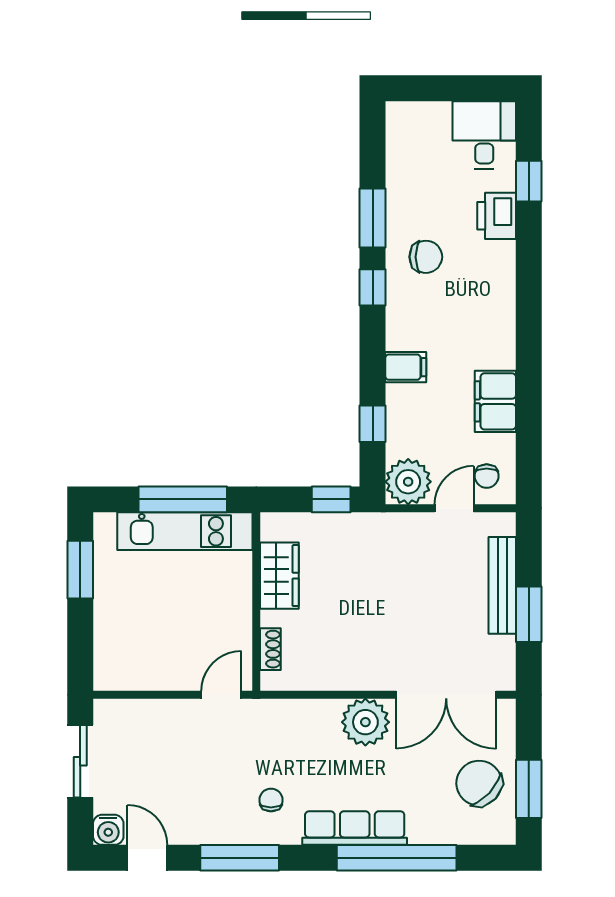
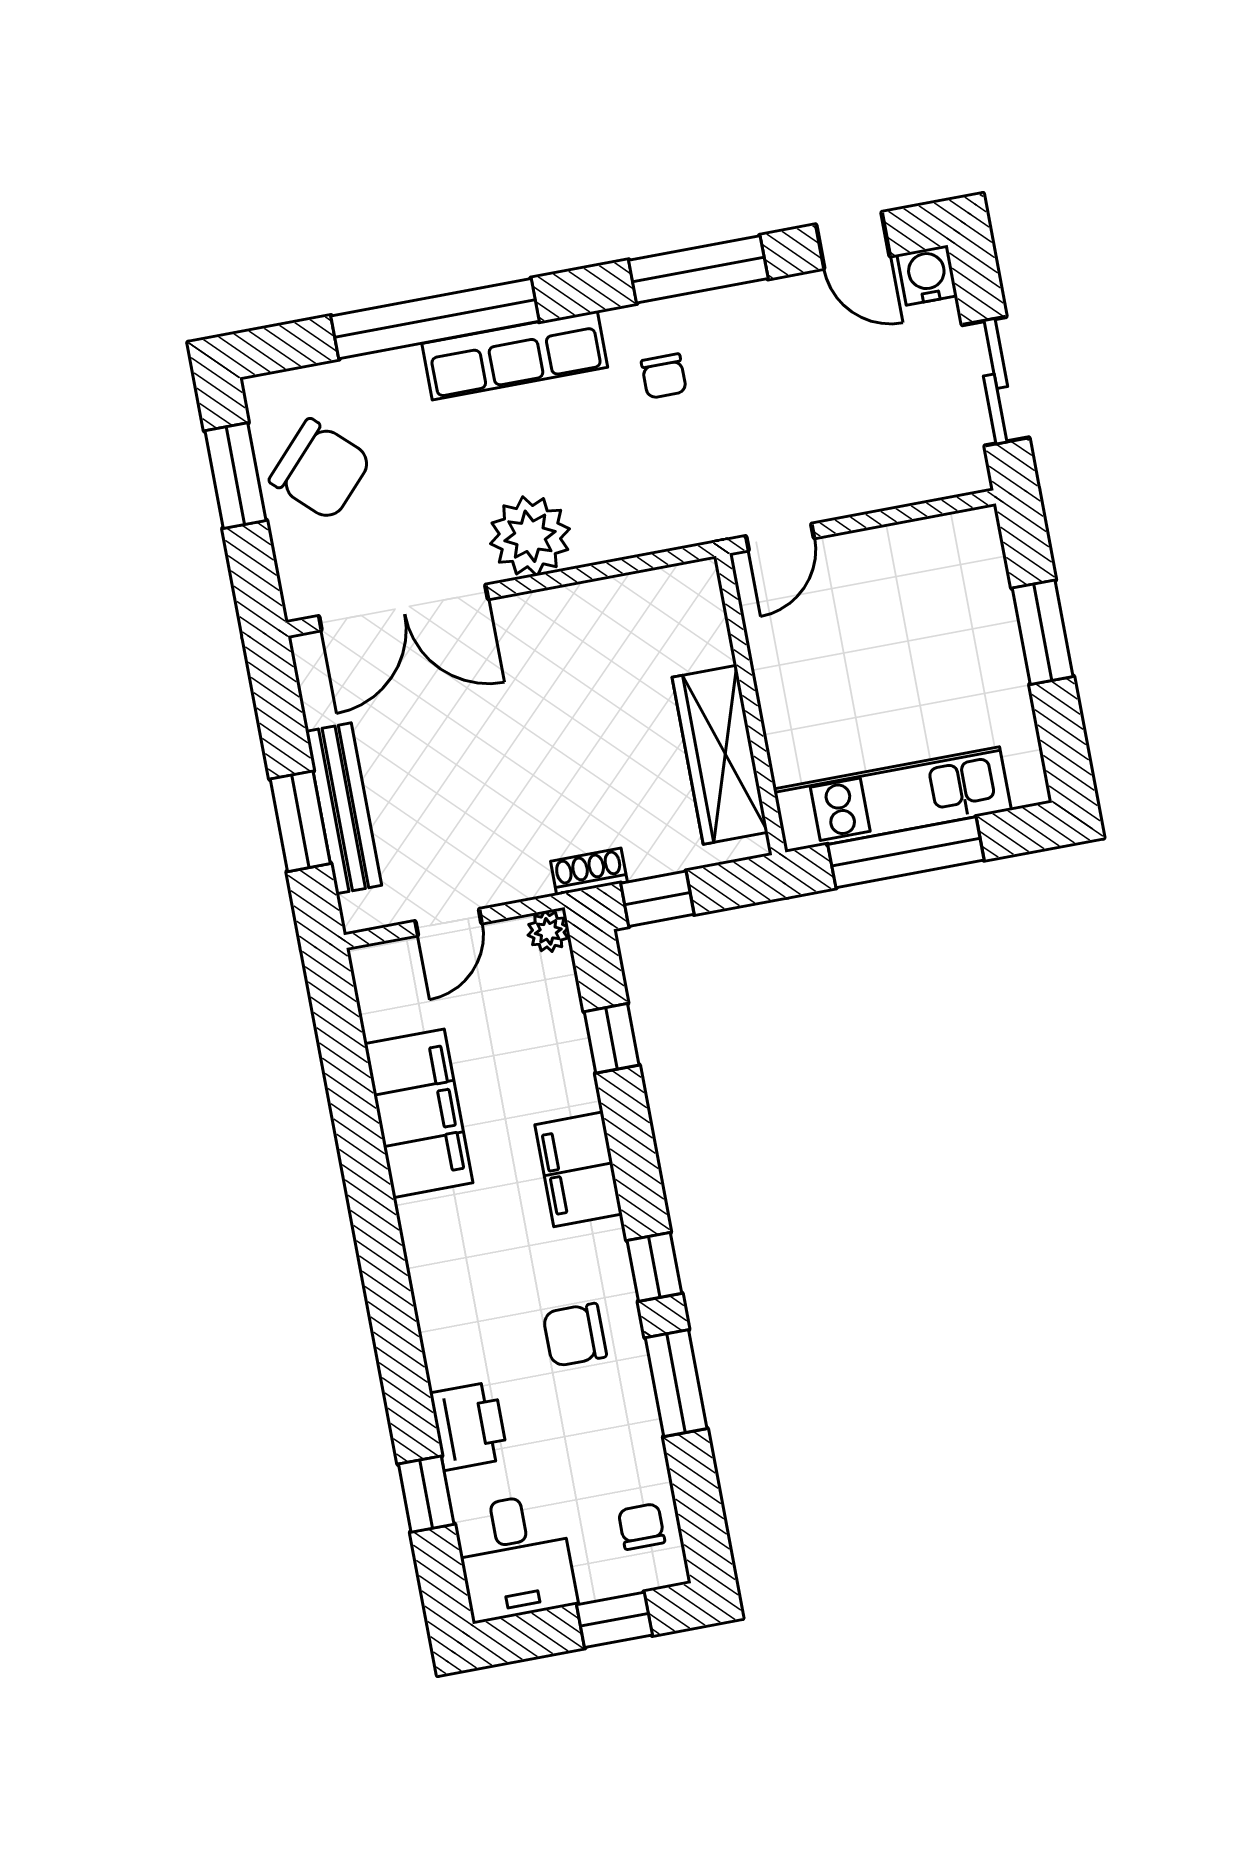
window: (434, 88) -> (614, 1620), added
filing cabinet: (406, 367) -> (578, 1169), width x2.00
filing cabinet: (495, 401) -> (419, 1113), width x1.50, depth x1.17
chair: (487, 476) -> (642, 1526), moved
plant: (408, 482) -> (548, 931), width x0.53, depth x0.53
window: (80, 570) -> (1043, 632), moved
wardrobe: (279, 576) -> (720, 755), width x1.50
window: (529, 614) -> (300, 821), moved
shoe rack: (270, 649) -> (589, 872), moved, turned 90
double door: (446, 695) -> (403, 608), swing flipped

